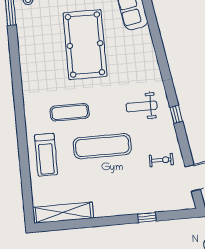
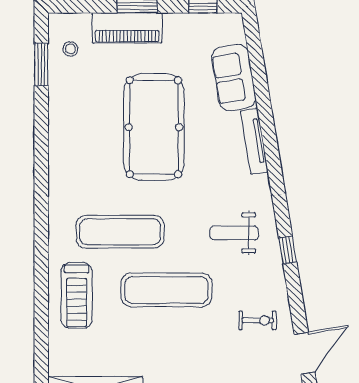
tv unit: (149, 48) -> (254, 141), added
exercise mat: (70, 112) -> (120, 232), width x1.36, depth x1.45

